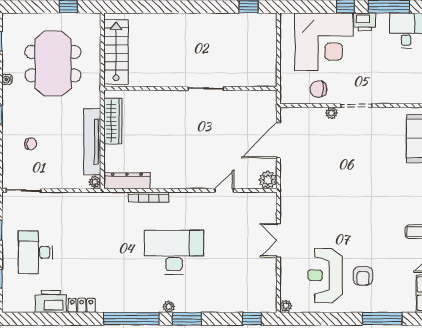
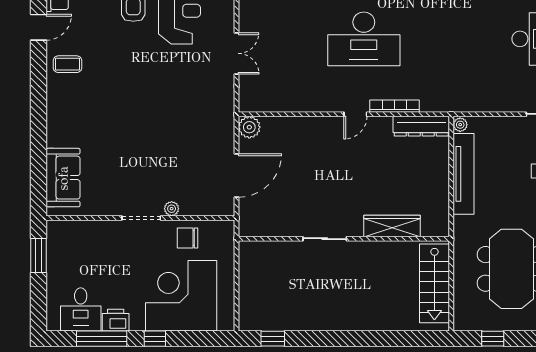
printer: (365, 22) -> (116, 320), moved
chair: (318, 89) -> (188, 238), turned 180
wardrobe: (113, 121) -> (392, 226), moved, turned 90
door: (224, 190) -> (355, 114), moved

